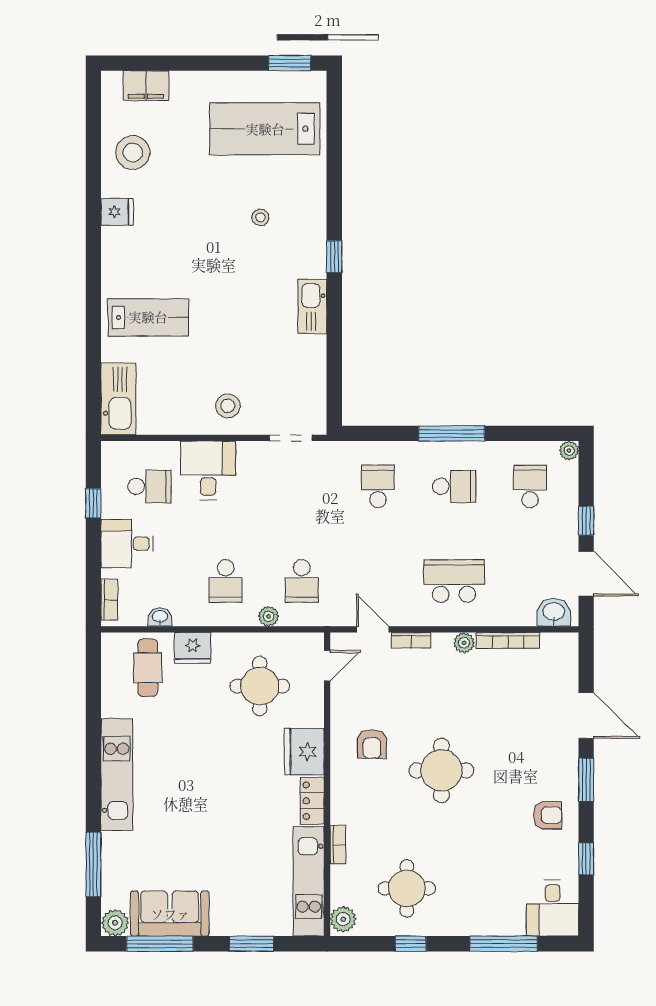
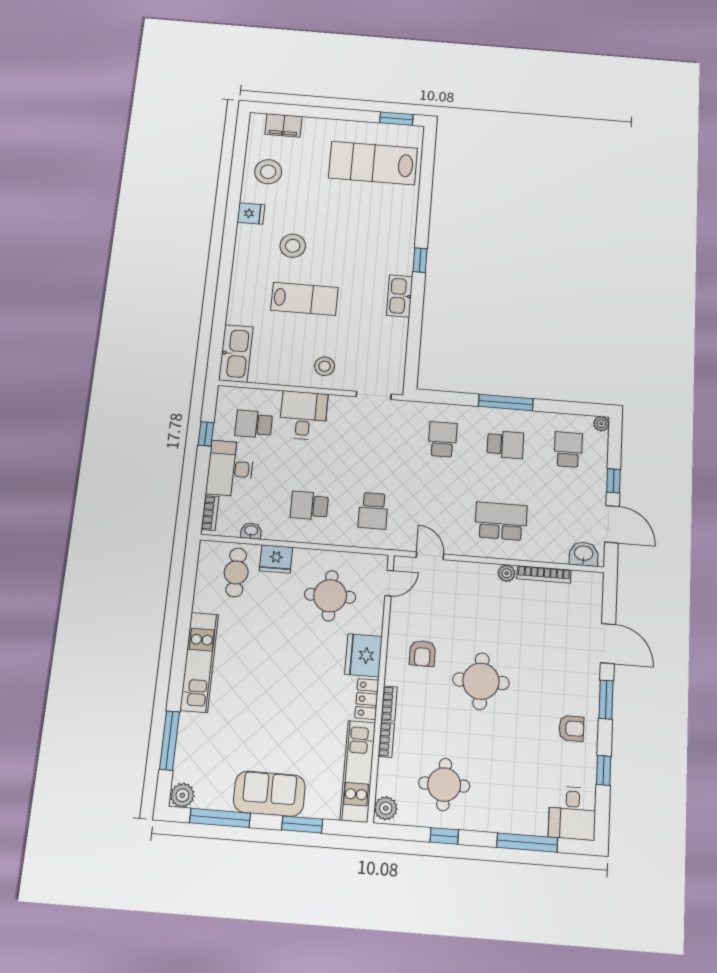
stool: (260, 217) -> (293, 246), moved, width x1.89, depth x1.89
lab bench: (148, 317) -> (304, 299), moved
school desk: (149, 486) -> (254, 424), turned 180
desk: (127, 544) -> (230, 469), width x1.37
school desk: (226, 581) -> (309, 506), turned 90
plant: (269, 616) -> (343, 538), removed
bookcase: (411, 640) -> (389, 704), moved, turned -90
sofa: (170, 914) -> (269, 794), moved

